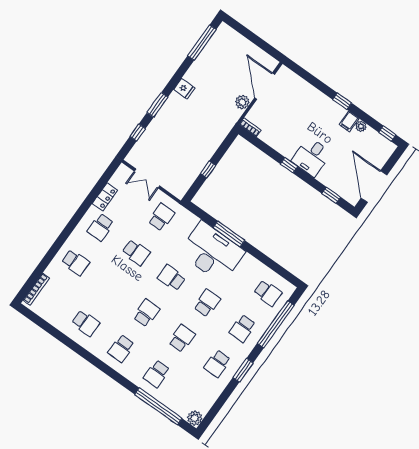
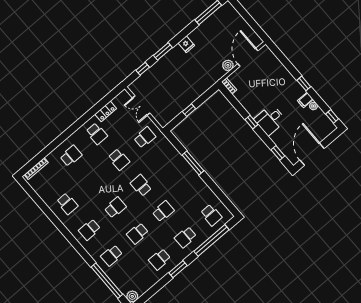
school desk: (101, 227) -> (97, 134), turned -90
desk: (212, 252) -> (177, 174), removed
school desk: (75, 262) -> (71, 156), turned -90
school desk: (182, 338) -> (137, 233), turned 180

